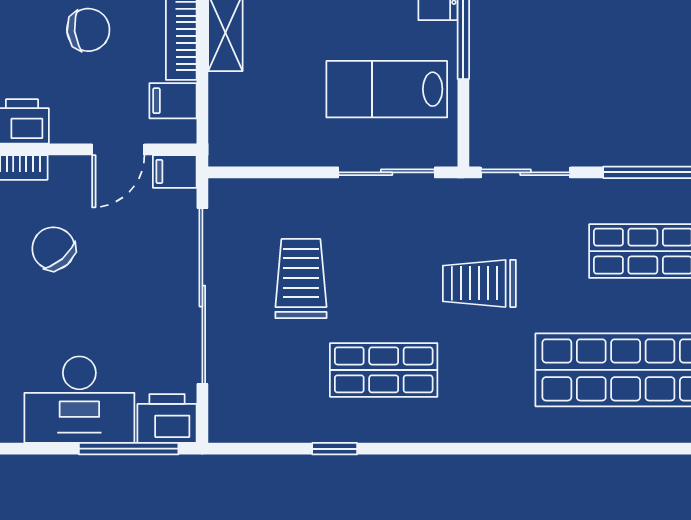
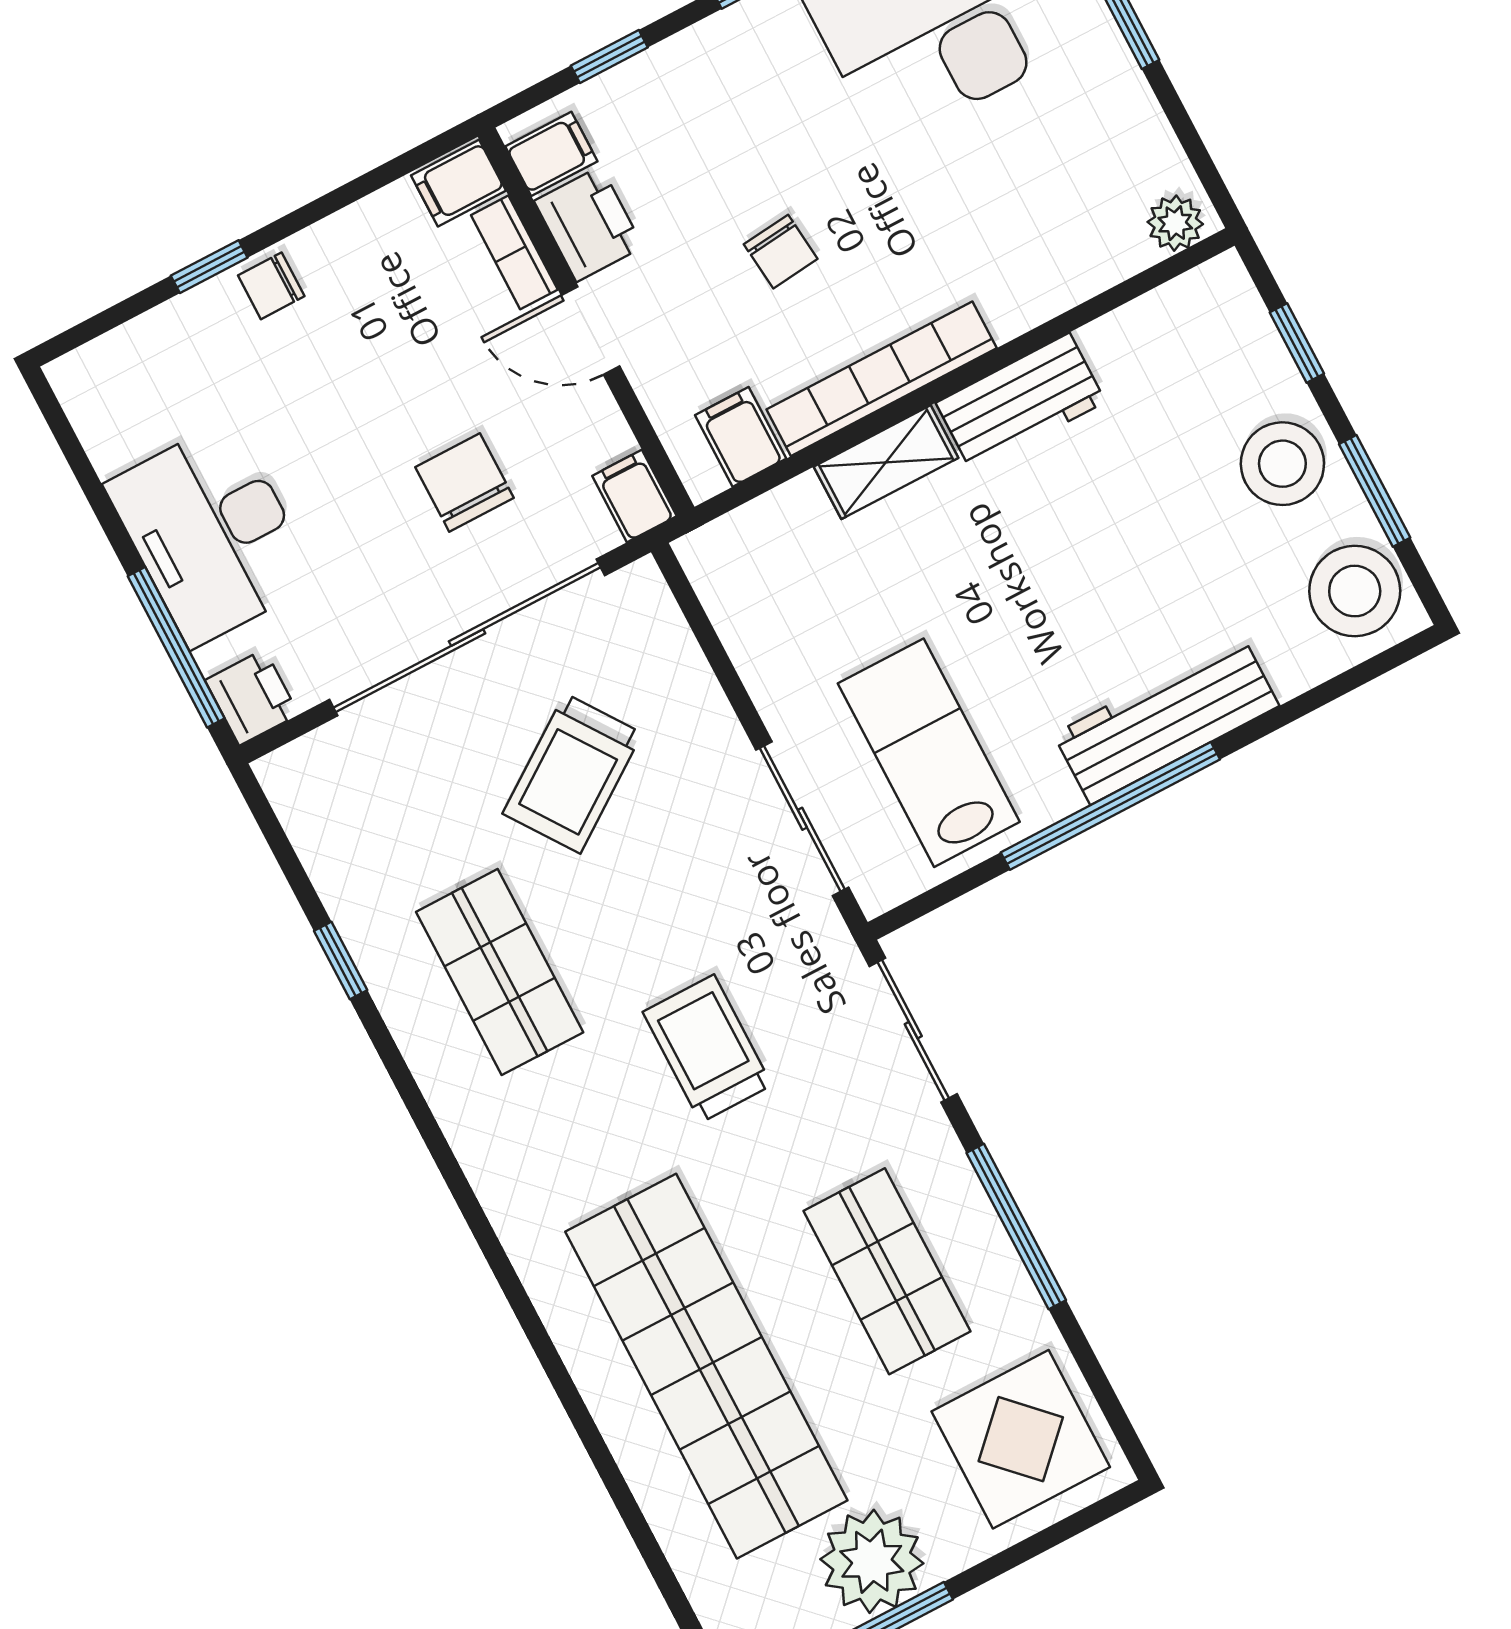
chair: (88, 30) -> (781, 252), width x0.73, depth x0.73
door: (118, 149) -> (591, 331), moved
chair: (53, 249) -> (465, 482), moved, turned -49
trolley: (301, 279) -> (572, 773), turned 145
printer: (167, 419) -> (252, 697), width x0.73, depth x0.81

